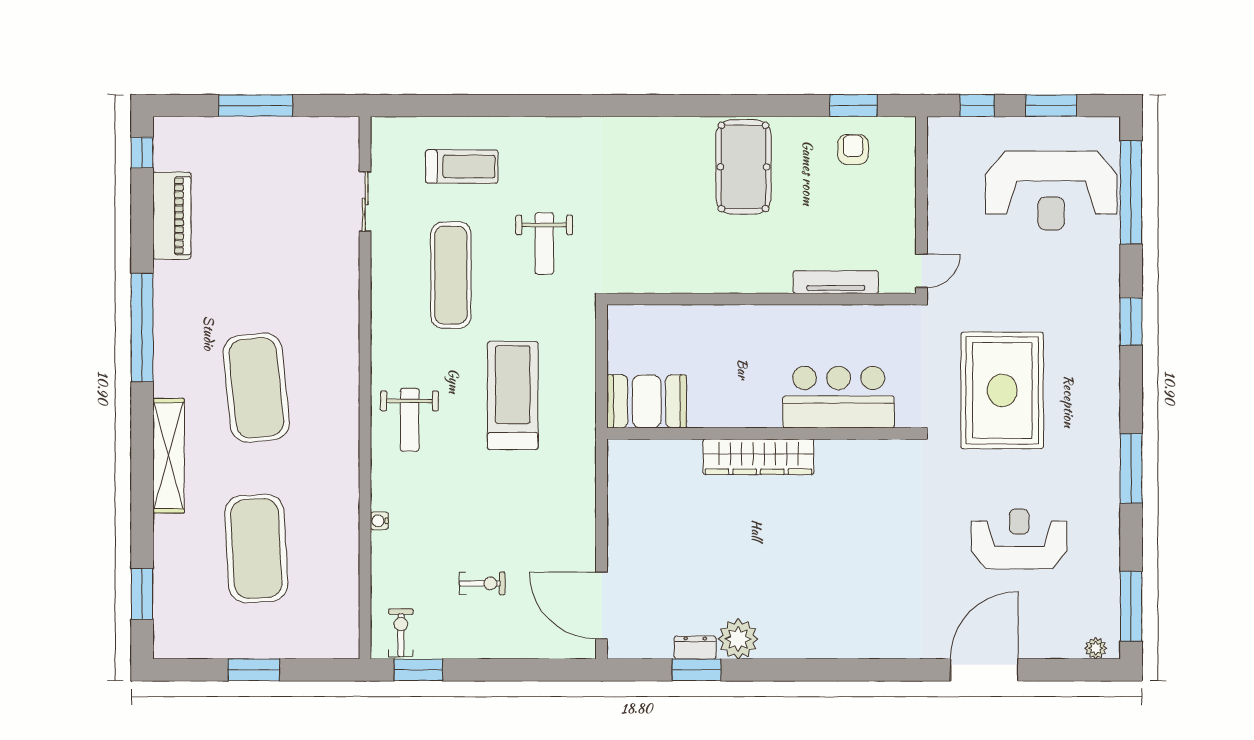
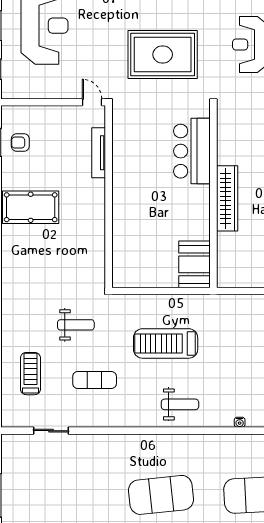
exercise mat: (451, 275) -> (95, 380), width x0.73, depth x0.69
bar counter: (839, 397) -> (192, 151), moved
booth: (647, 401) -> (194, 264), moved
wall: (762, 433) -> (213, 197), moved
wardrobe: (758, 457) -> (227, 198), moved

